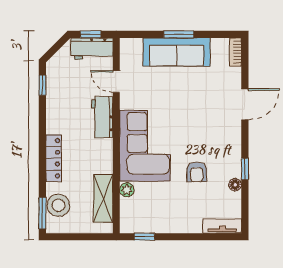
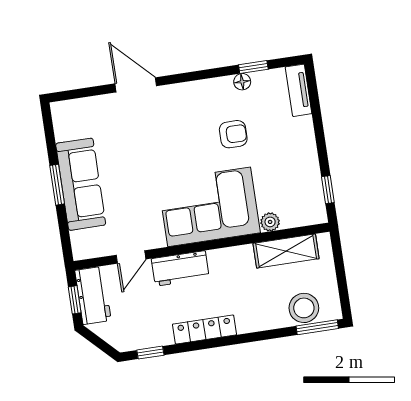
bookcase: (236, 52) -> (69, 107), removed
locker: (54, 158) -> (204, 329), moved
window: (245, 169) -> (253, 67), moved

